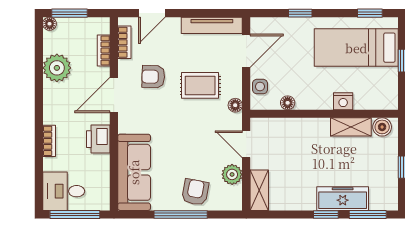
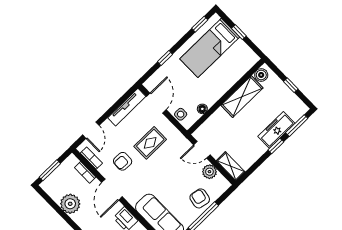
floor lamp: (50, 24) -> (45, 185), removed
nightstand: (343, 101) -> (229, 81), removed
floor lamp: (235, 105) -> (177, 136), removed
shelving: (351, 127) -> (242, 97), width x1.50, depth x1.33

